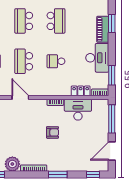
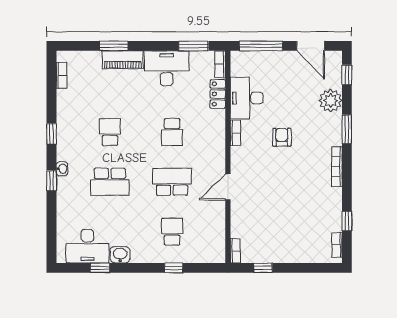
school desk: (56, 21) -> (110, 132), width x0.54
school desk: (24, 61) -> (172, 182), turned 180
plant: (12, 164) -> (331, 101), moved

